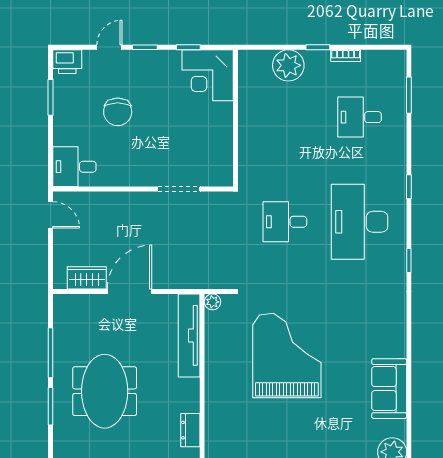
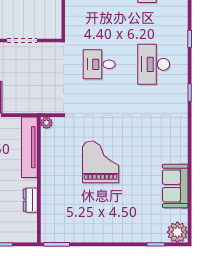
desk: (360, 222) -> (154, 64), width x0.73, depth x0.77
grand piano: (287, 356) -> (101, 162), width x0.73, depth x0.68
dresser: (190, 430) -> (30, 200), moved

